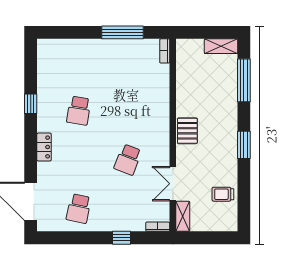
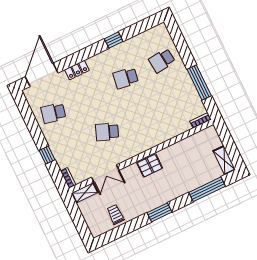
school desk: (79, 62) -> (162, 61), added
locker: (44, 147) -> (77, 70), moved
double door: (173, 184) -> (105, 174), swing flipped

